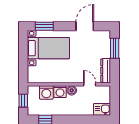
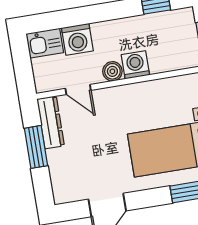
window: (115, 48) -> (36, 147), moved
washing machine: (46, 92) -> (77, 39), moved, turned 180

